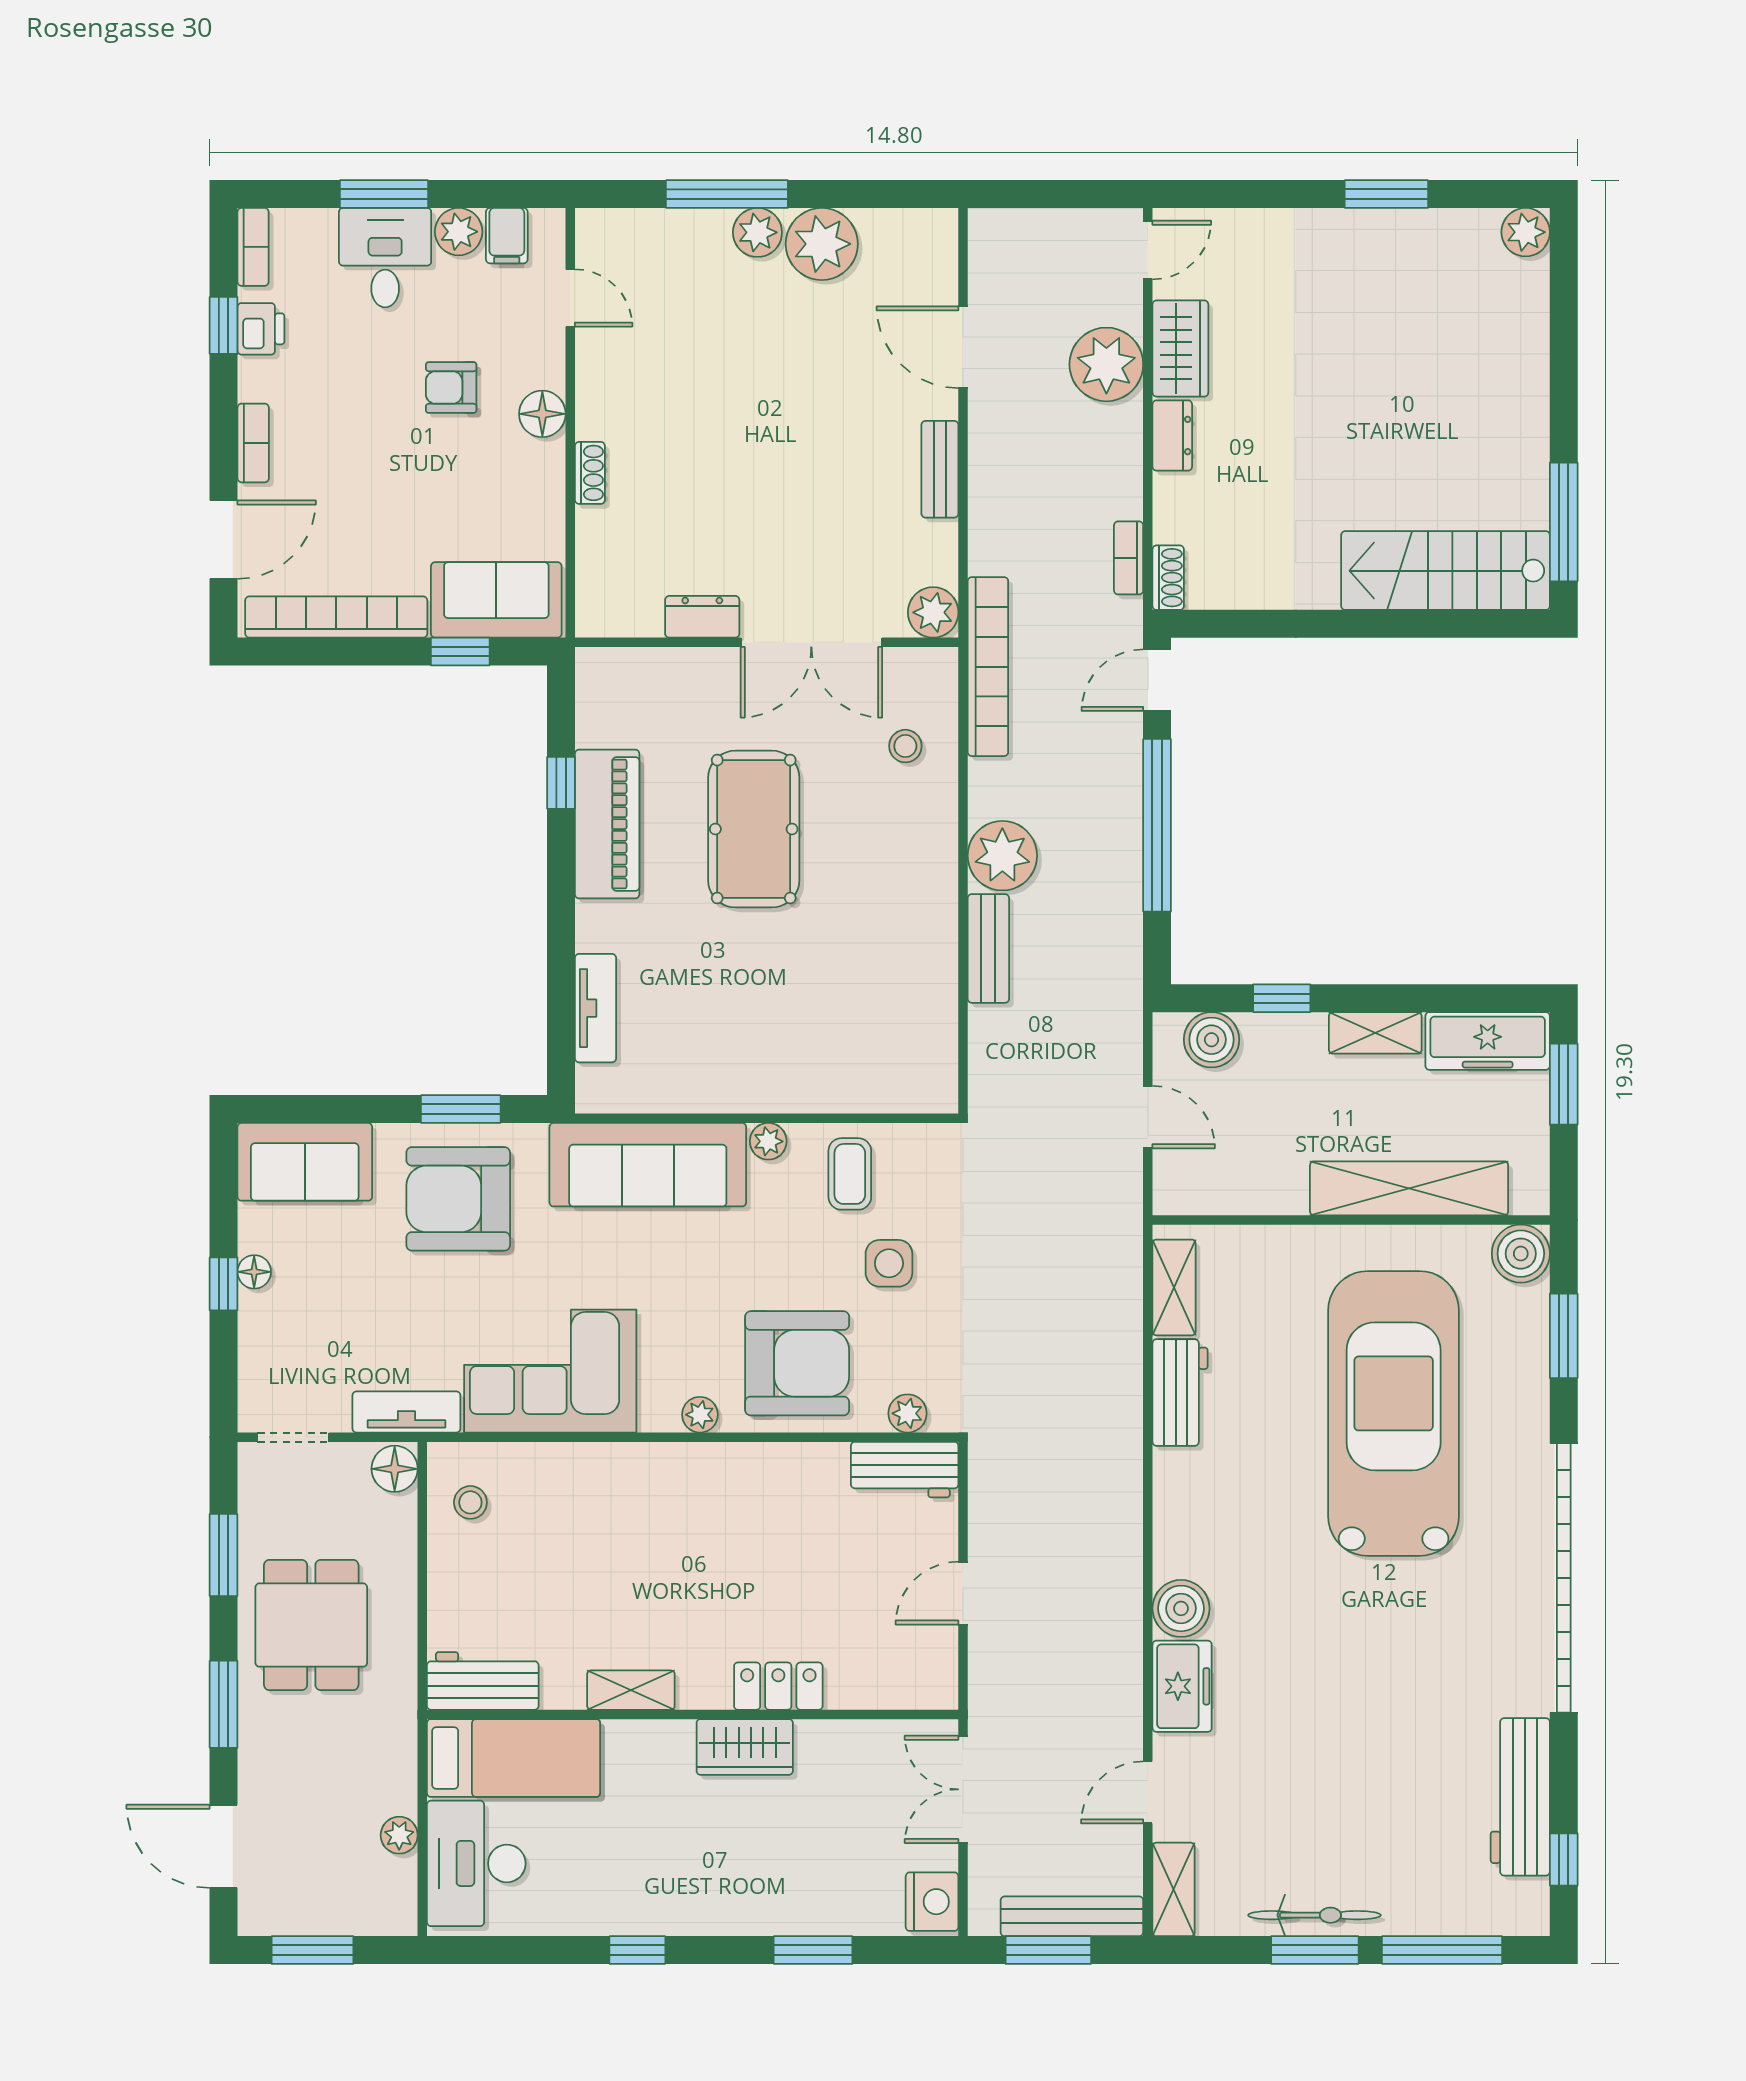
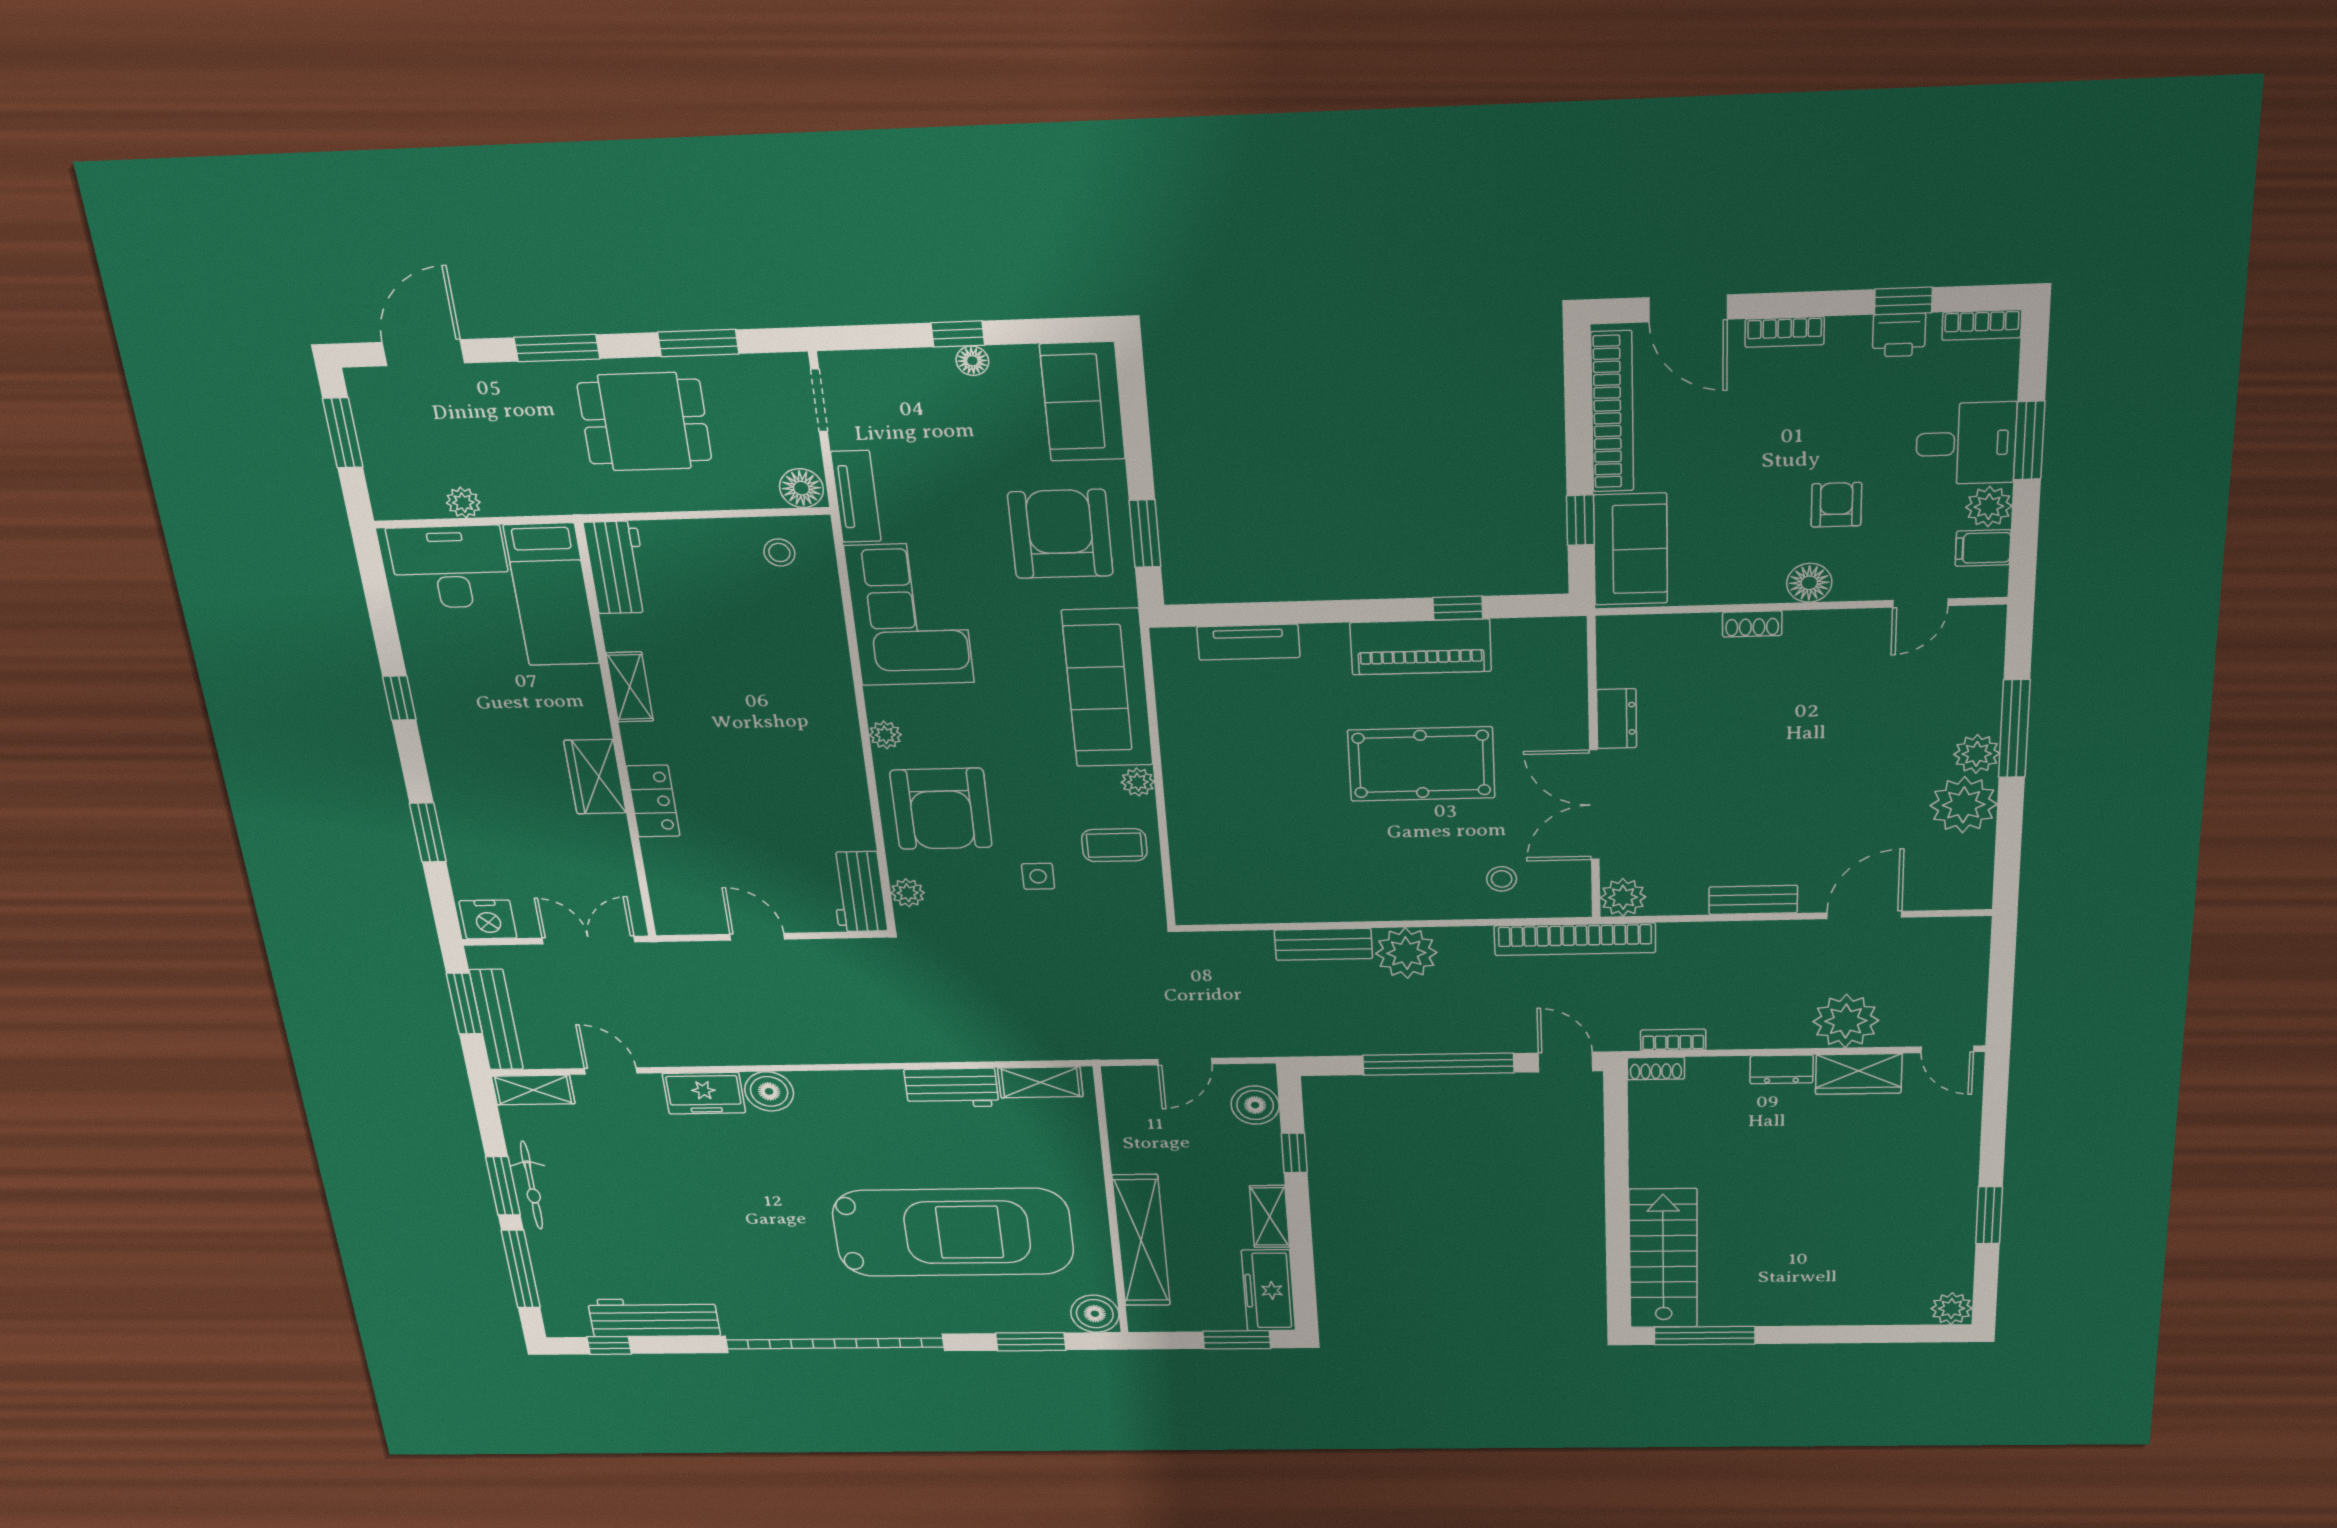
side table: (889, 1263) -> (1038, 876), width x0.73, depth x0.73

